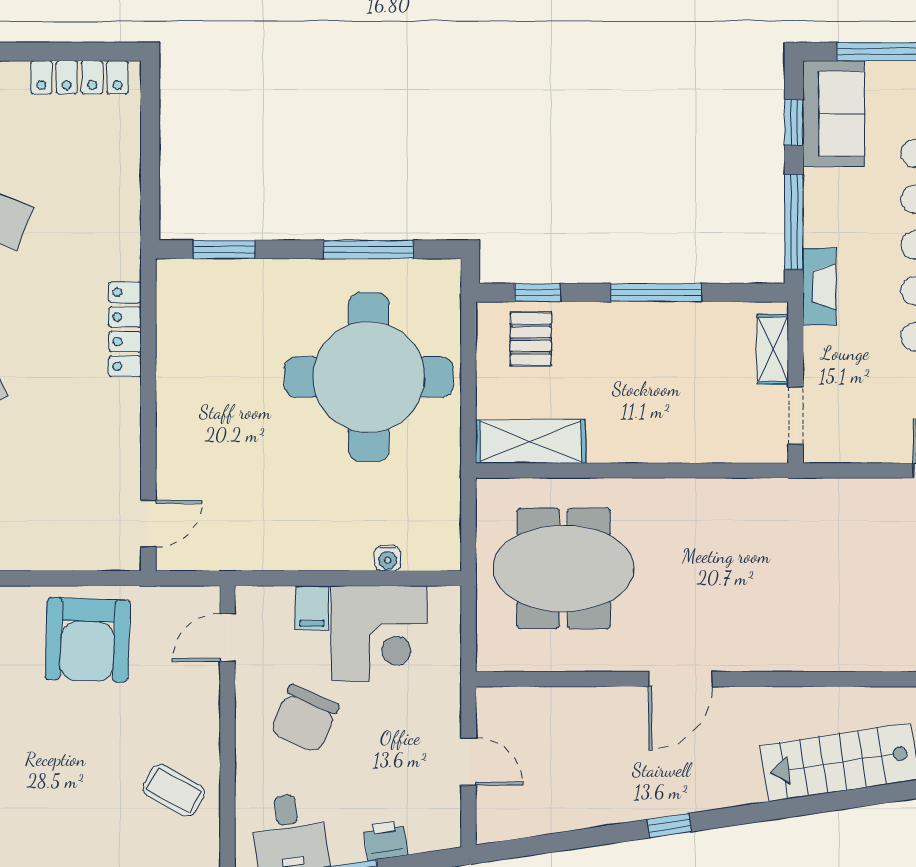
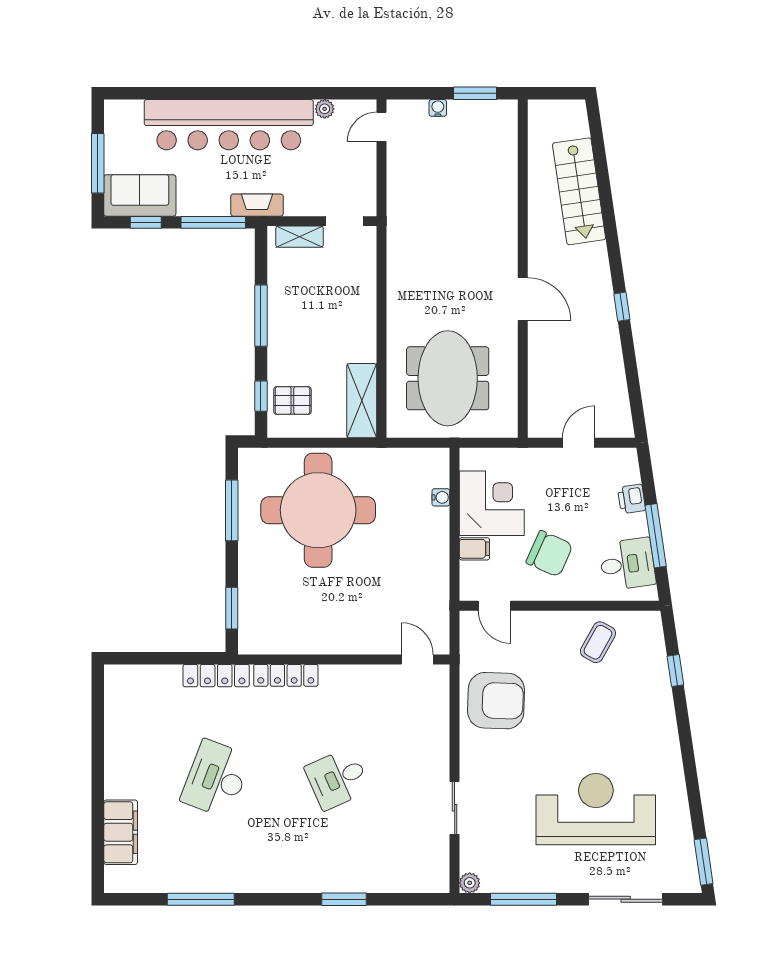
locker: (79, 77) -> (216, 676), moved, turned 90

